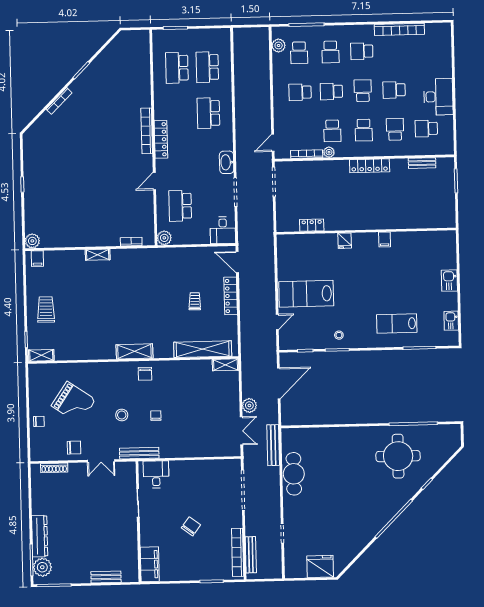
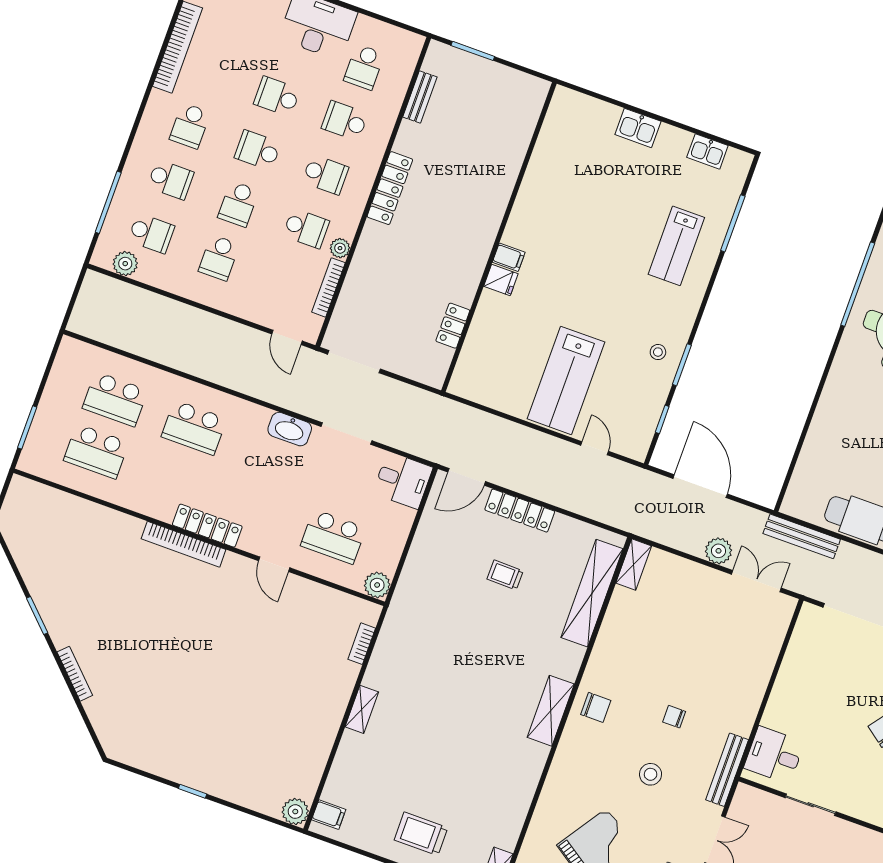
school desk: (394, 90) -> (277, 96), turned 90
filing cabinet: (385, 239) -> (509, 257), moved

